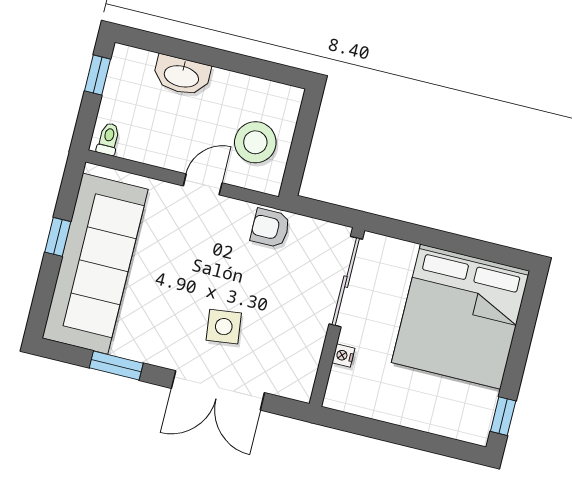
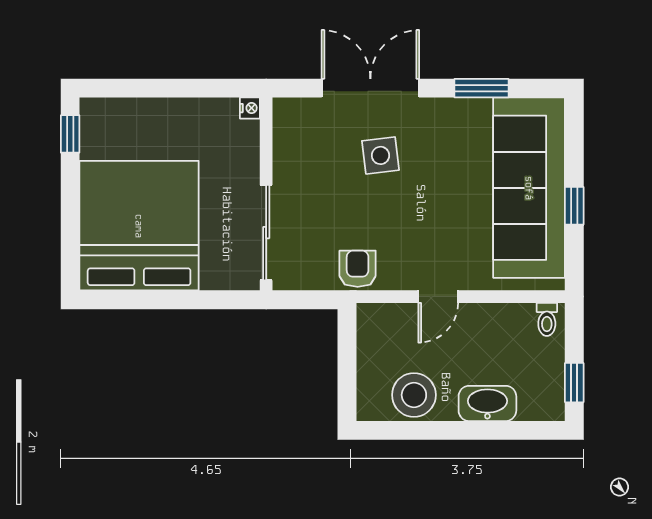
stool: (255, 142) -> (414, 395), moved
armchair: (270, 228) -> (358, 269), turned -90
nightstand: (343, 356) -> (250, 108), moved

